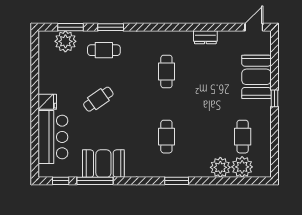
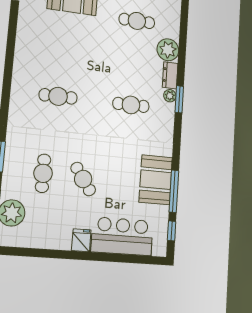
dresser: (205, 37) -> (170, 75), moved, turned 180
cafe table: (104, 50) -> (43, 173), moved
plant: (242, 167) -> (170, 96), moved, width x0.53, depth x0.53

